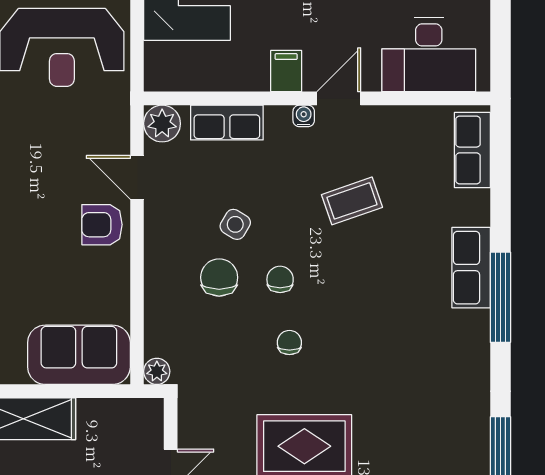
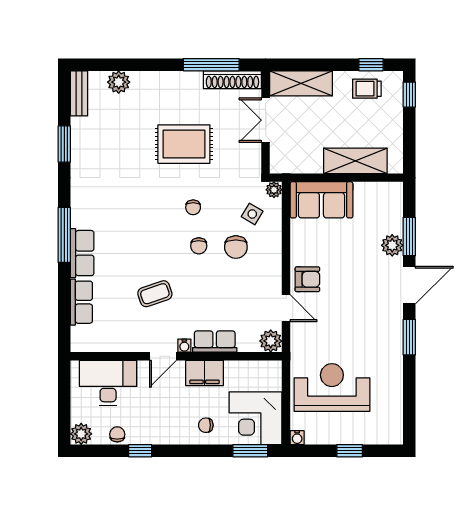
filing cabinet: (286, 71) -> (204, 373), width x2.00
row of seats: (227, 123) -> (215, 342), moved
row of seats: (472, 150) -> (81, 302), moved
side table: (235, 224) -> (252, 214), moved

